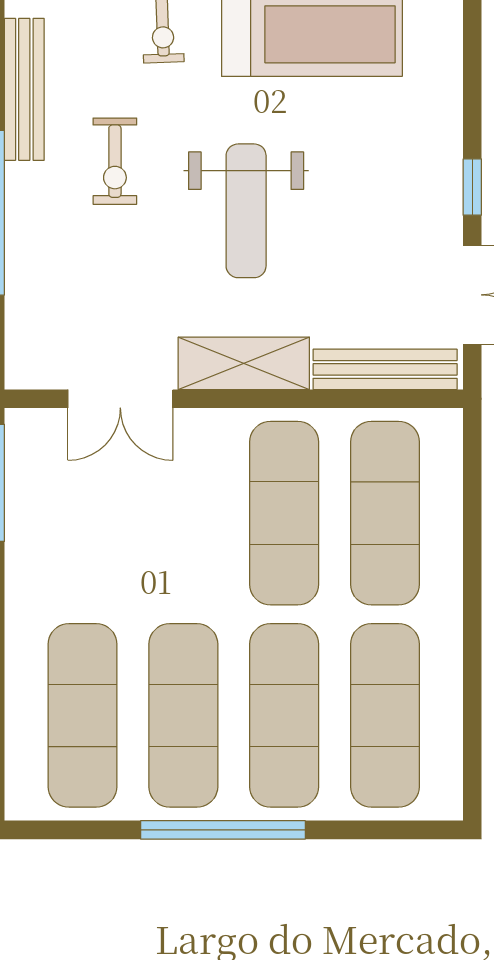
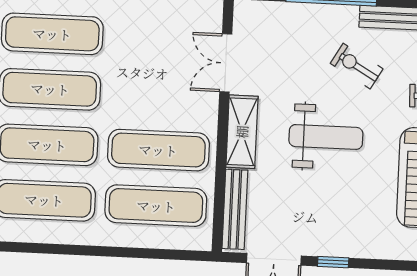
exercise bike: (115, 161) -> (357, 66), turned 30
weight bench: (246, 211) -> (326, 137), turned 180

